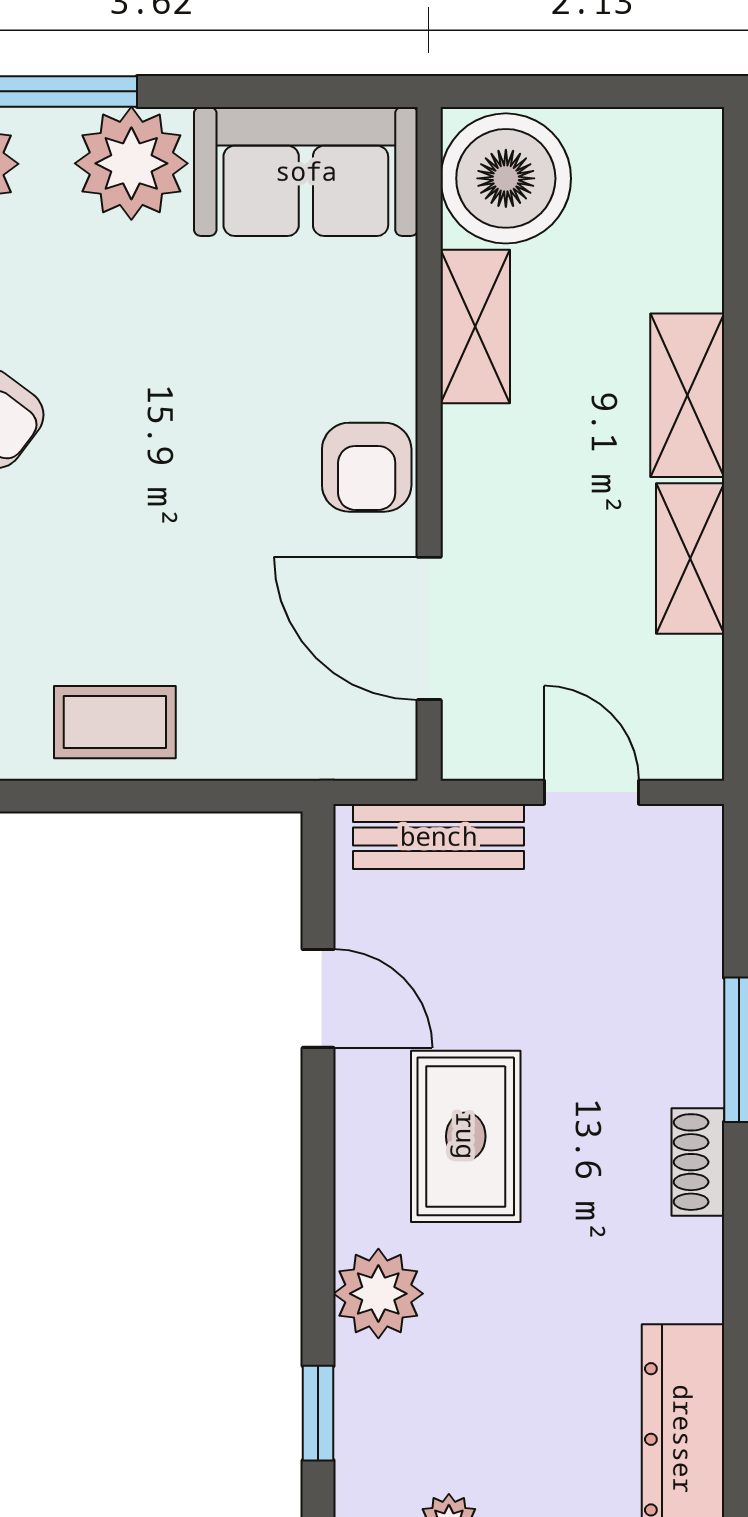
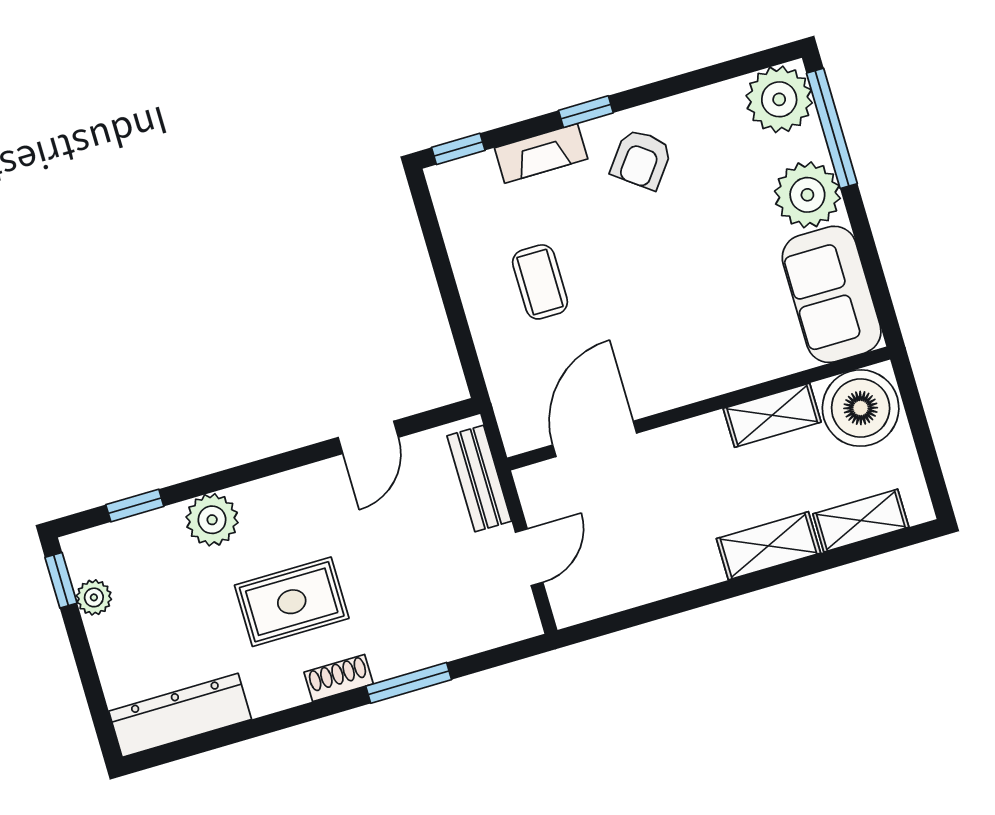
armchair: (367, 467) -> (675, 377), removed
shelving: (690, 559) -> (861, 521), moved
coffee table: (115, 722) -> (540, 282), moved
rug: (466, 1136) -> (292, 602), moved

